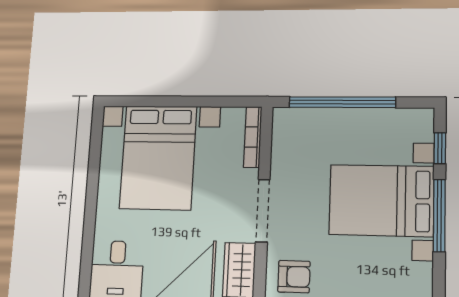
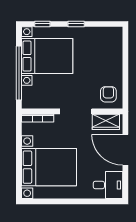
bed with nightstands: (381, 200) -> (47, 56), moved, turned -90
window: (439, 215) -> (76, 24), width x0.46

